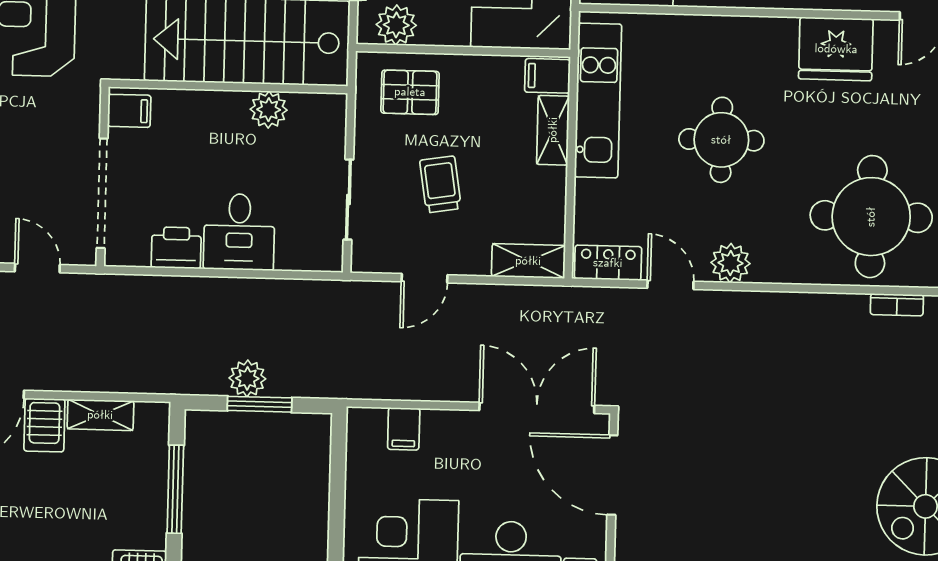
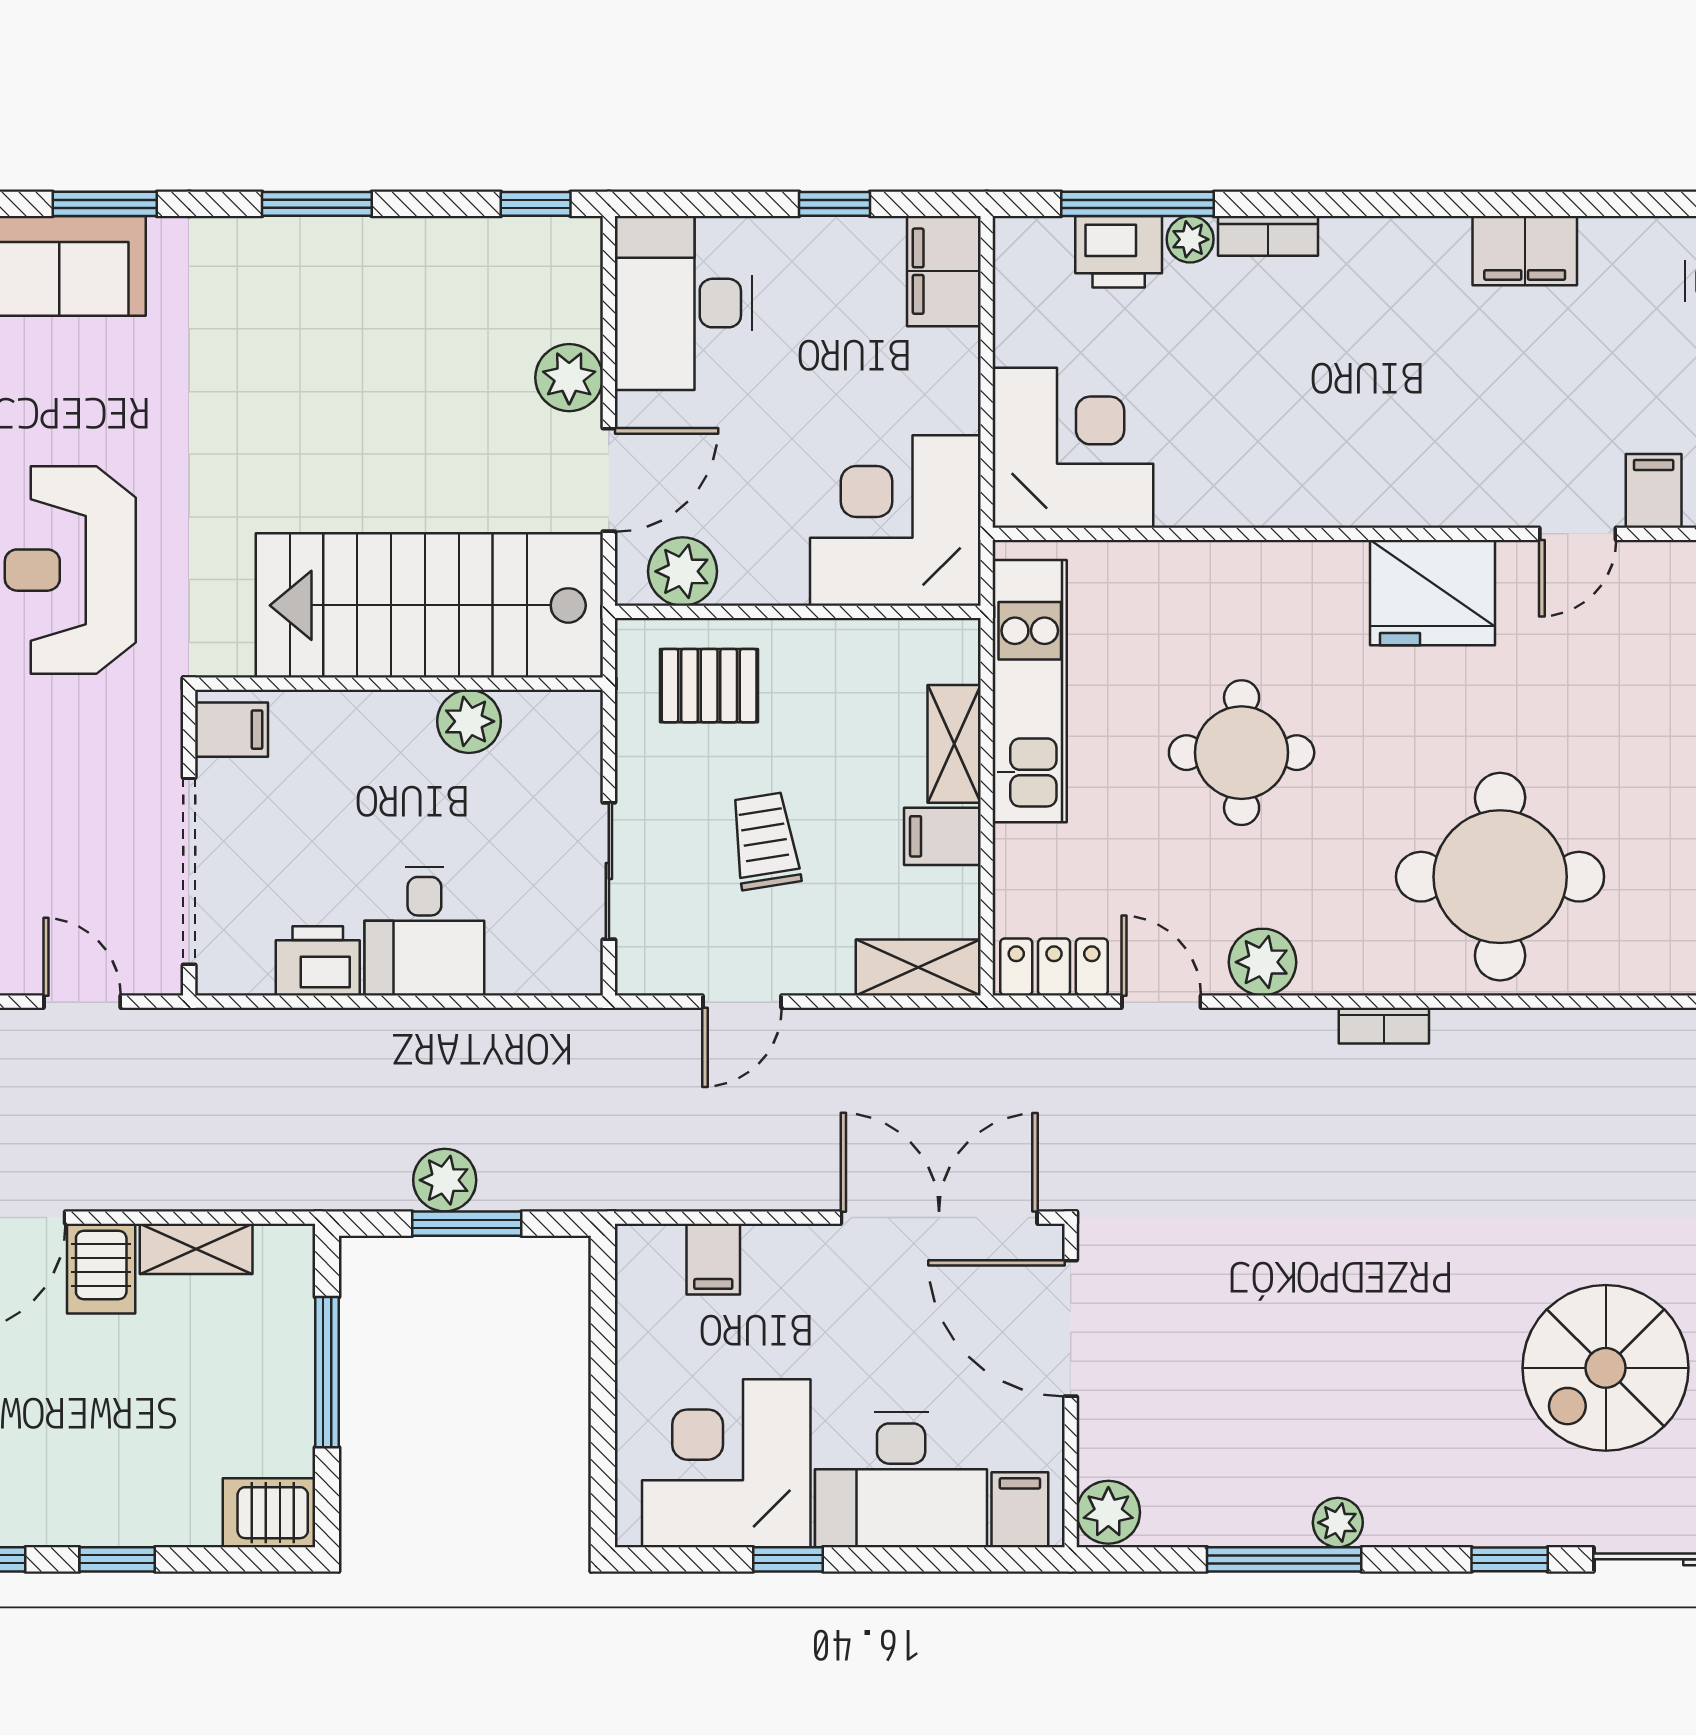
filing cabinet: (547, 76) -> (942, 836), moved
bookcase: (897, 305) -> (1384, 1026), moved

